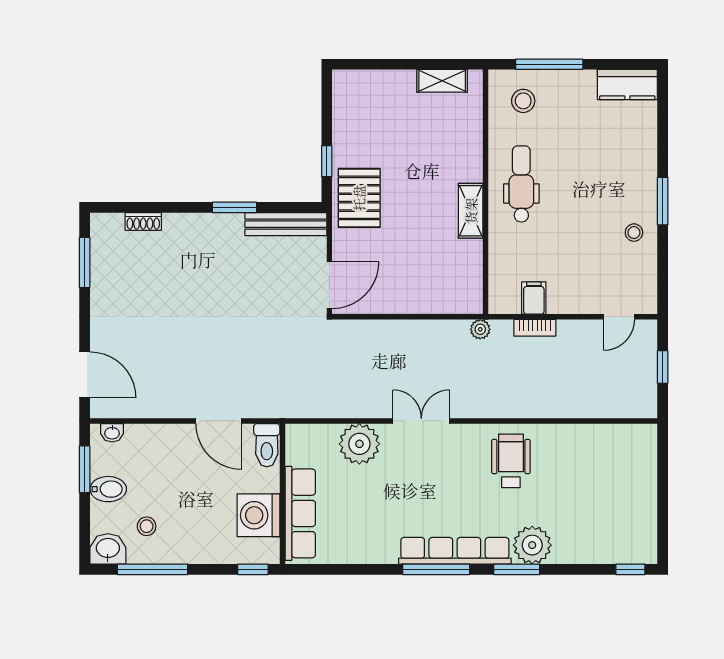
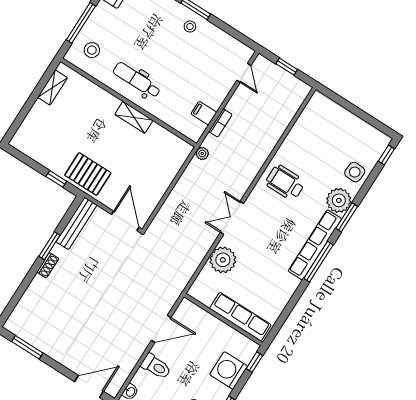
shoe rack: (143, 221) -> (48, 265), moved
stool: (634, 233) -> (190, 27), moved
toilet: (267, 445) -> (156, 366), moved
washing machine: (258, 515) -> (229, 370), moved, turned 90
side table: (582, 542) -> (355, 172), added

